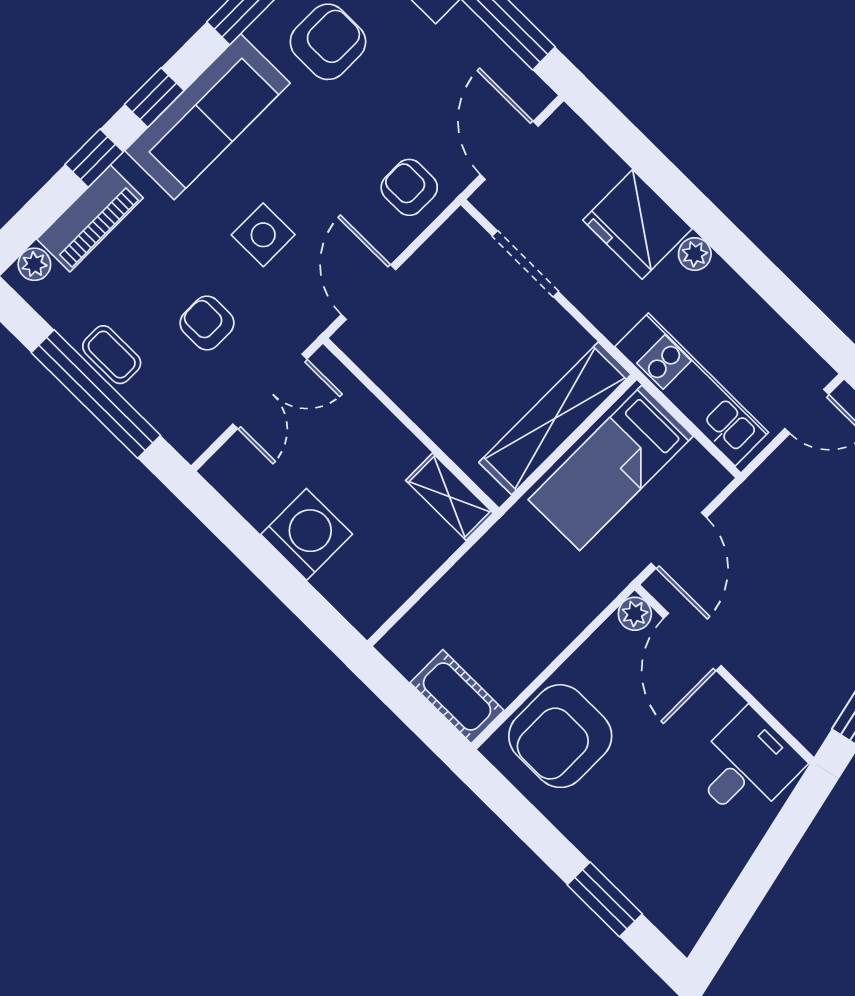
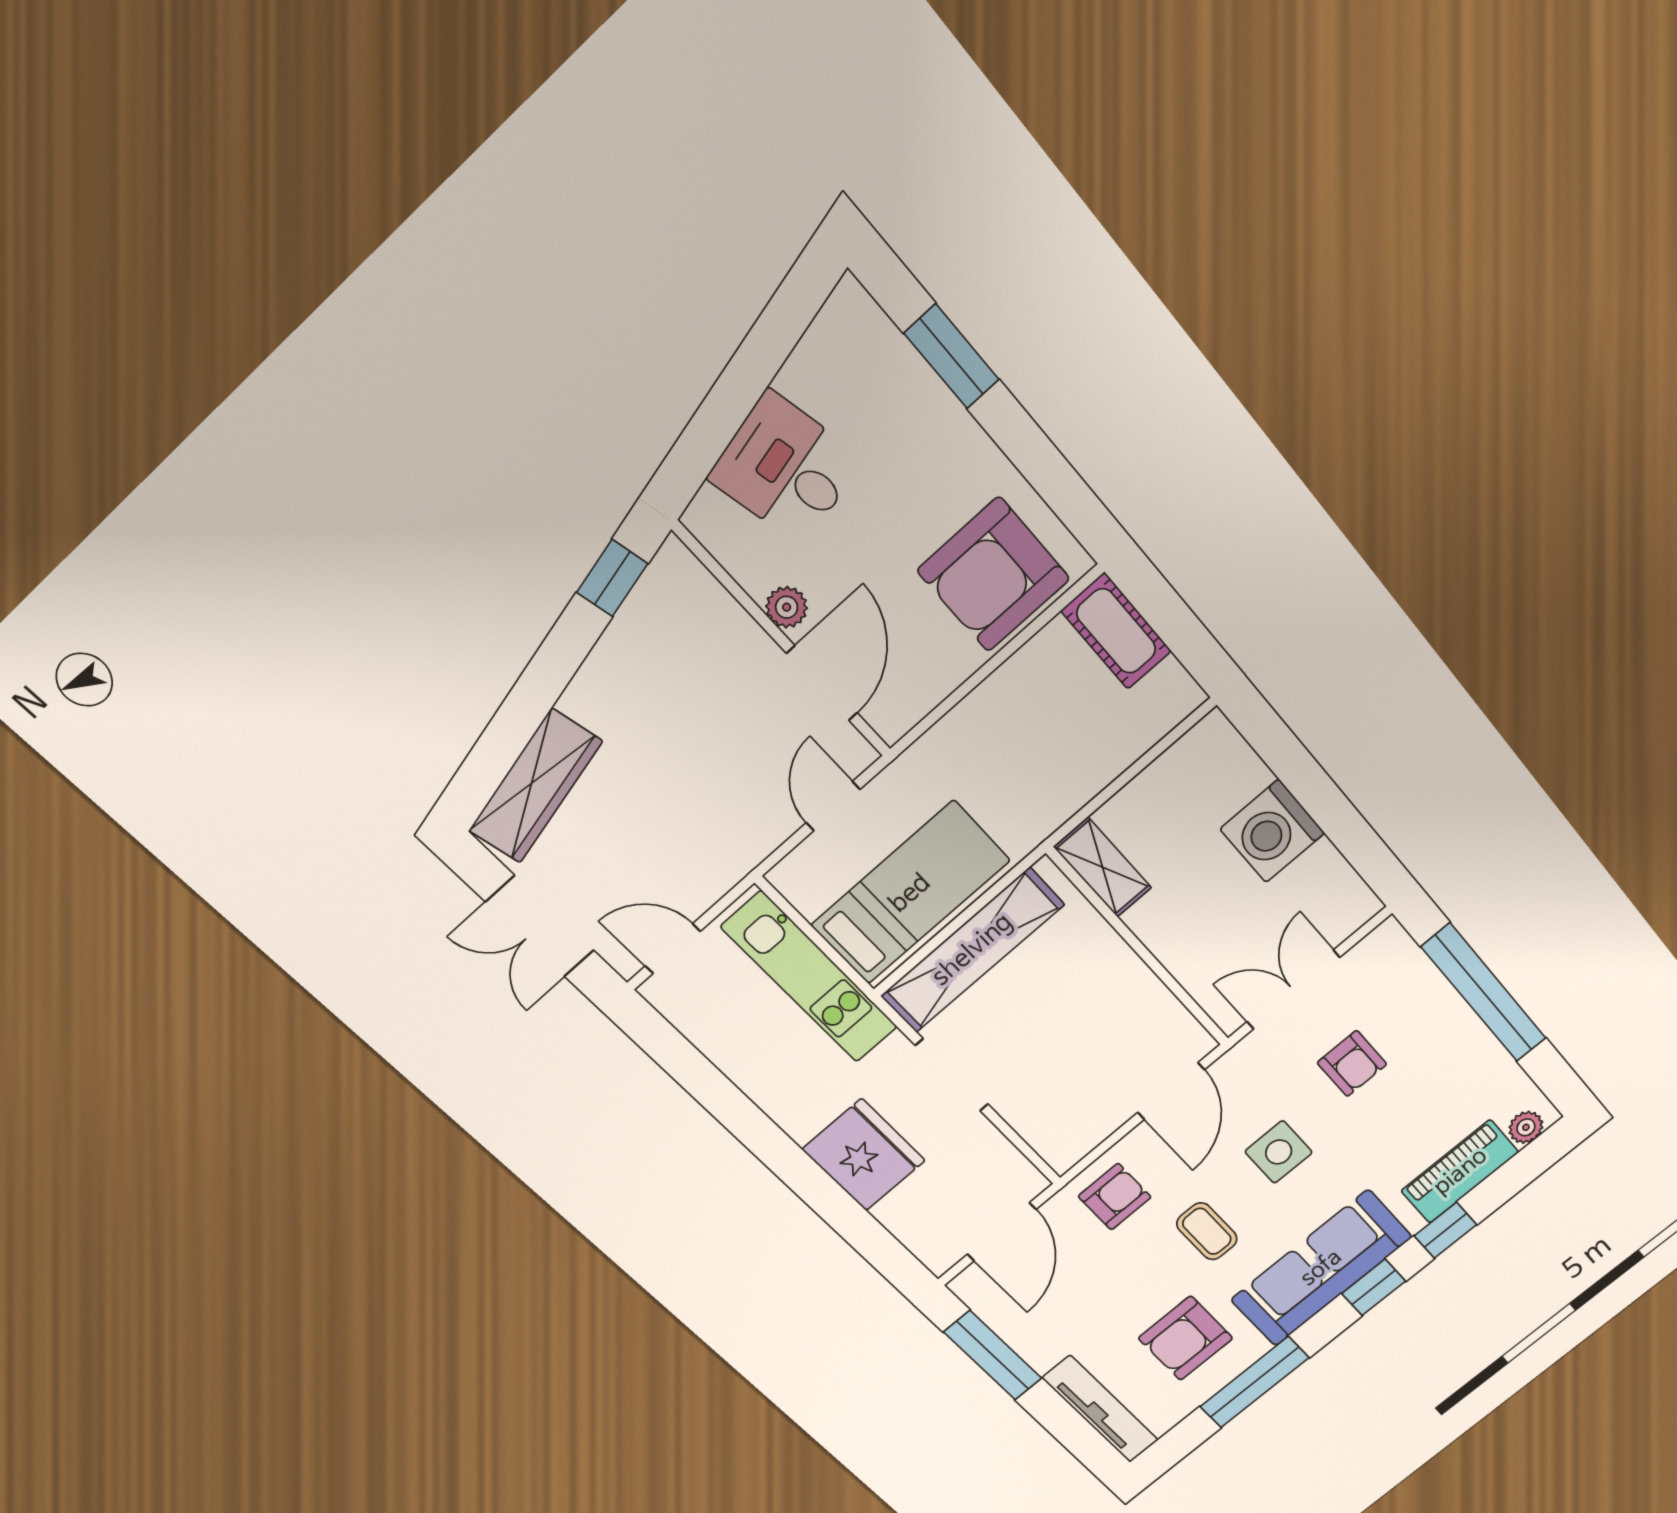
armchair: (409, 187) -> (1115, 1197), turned -90
plant: (695, 254) -> (800, 1123), removed
doorway: (525, 264) -> (952, 1075), moved
coffee table: (112, 355) -> (1207, 1231), moved
door: (679, 540) -> (833, 806), width x0.73
plant: (635, 614) -> (787, 607), moved
armchair: (560, 736) -> (994, 575), turned 180
desk: (746, 766) -> (786, 469), moved, turned 77

